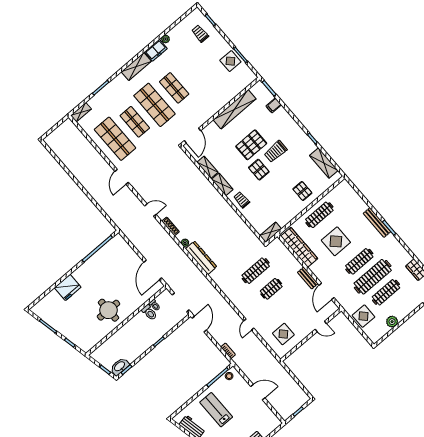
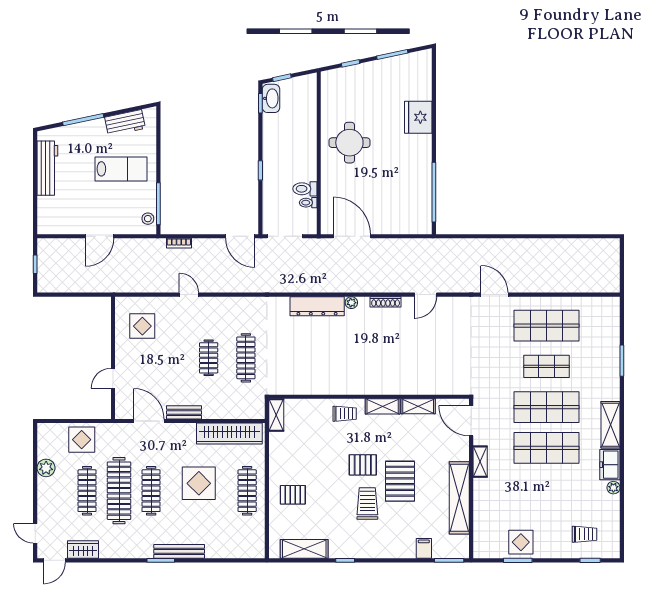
shop shelf: (174, 88) -> (546, 448), width x1.43, depth x1.36
shelving: (81, 112) -> (480, 462), moved

